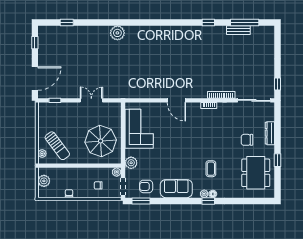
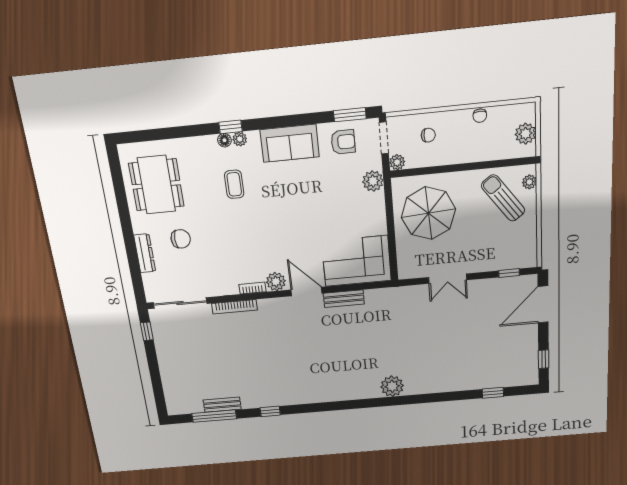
plant: (117, 33) -> (392, 386), moved
bench: (154, 94) -> (344, 299), added
plant: (194, 108) -> (276, 282), added
corner sofa: (139, 129) -> (356, 261), moved, turned 90
window: (278, 160) -> (124, 210), removed

